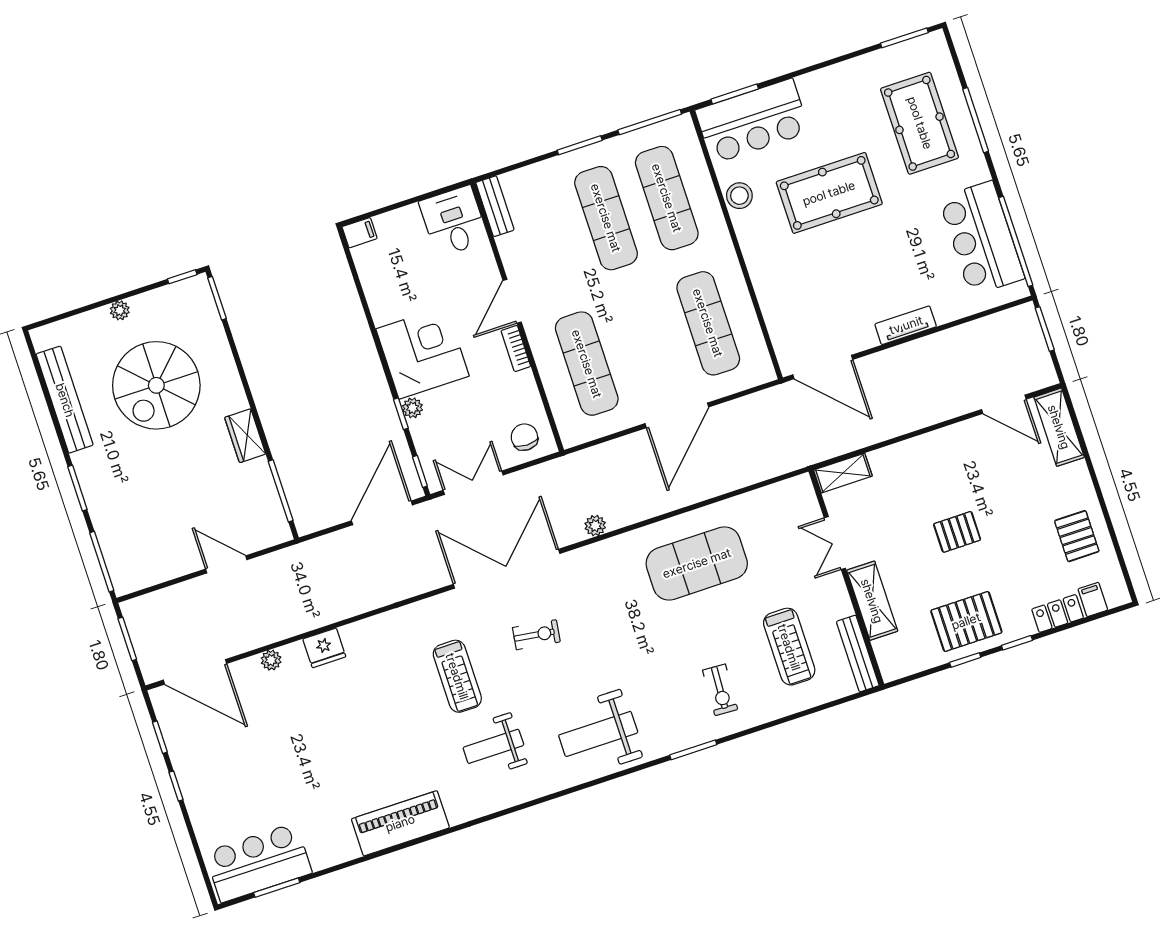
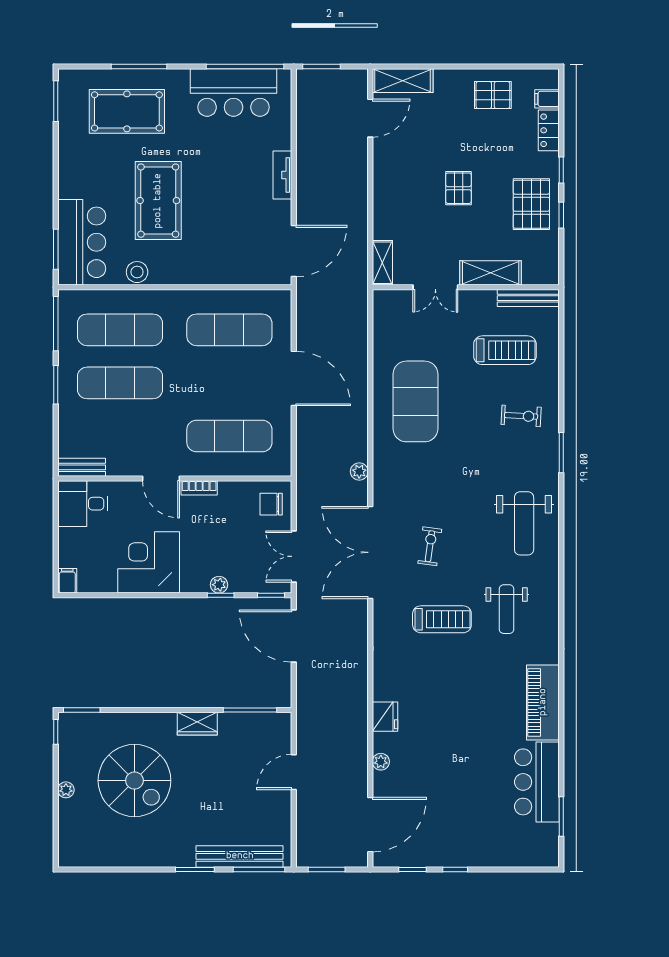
corner desk: (422, 353) -> (149, 562), moved
bench: (65, 400) -> (240, 856), moved
bar counter: (258, 863) -> (537, 782), moved

